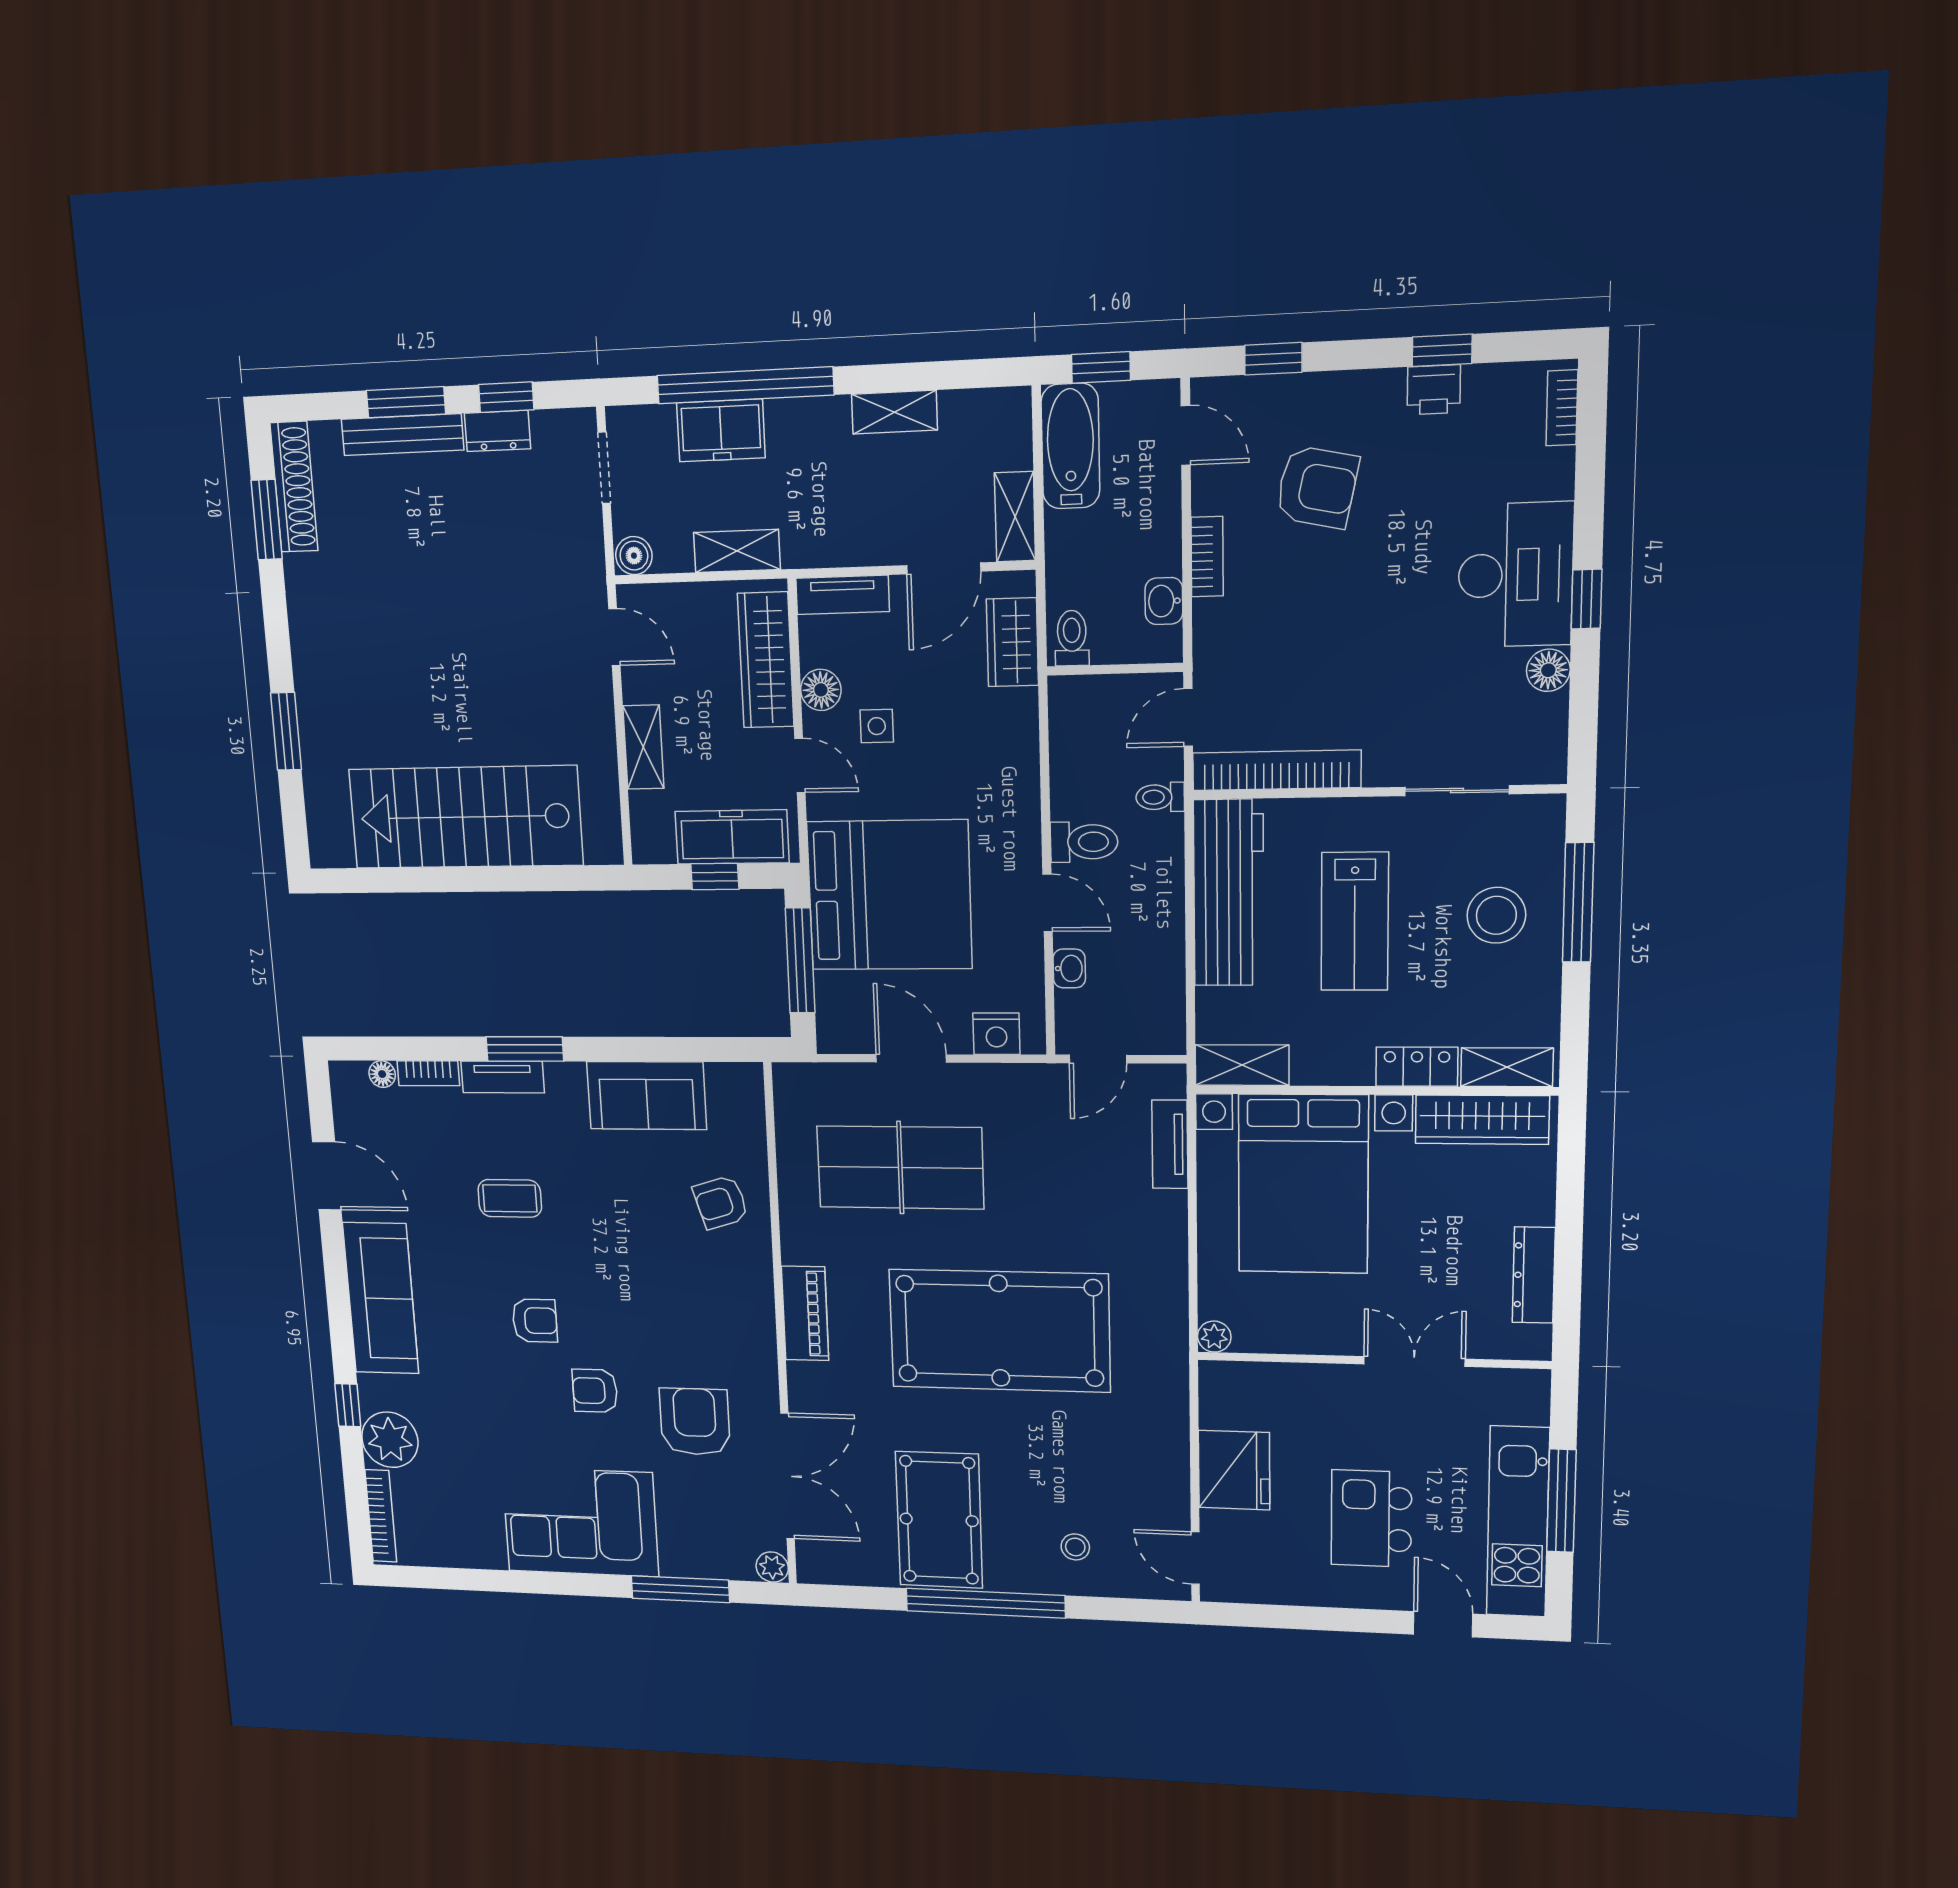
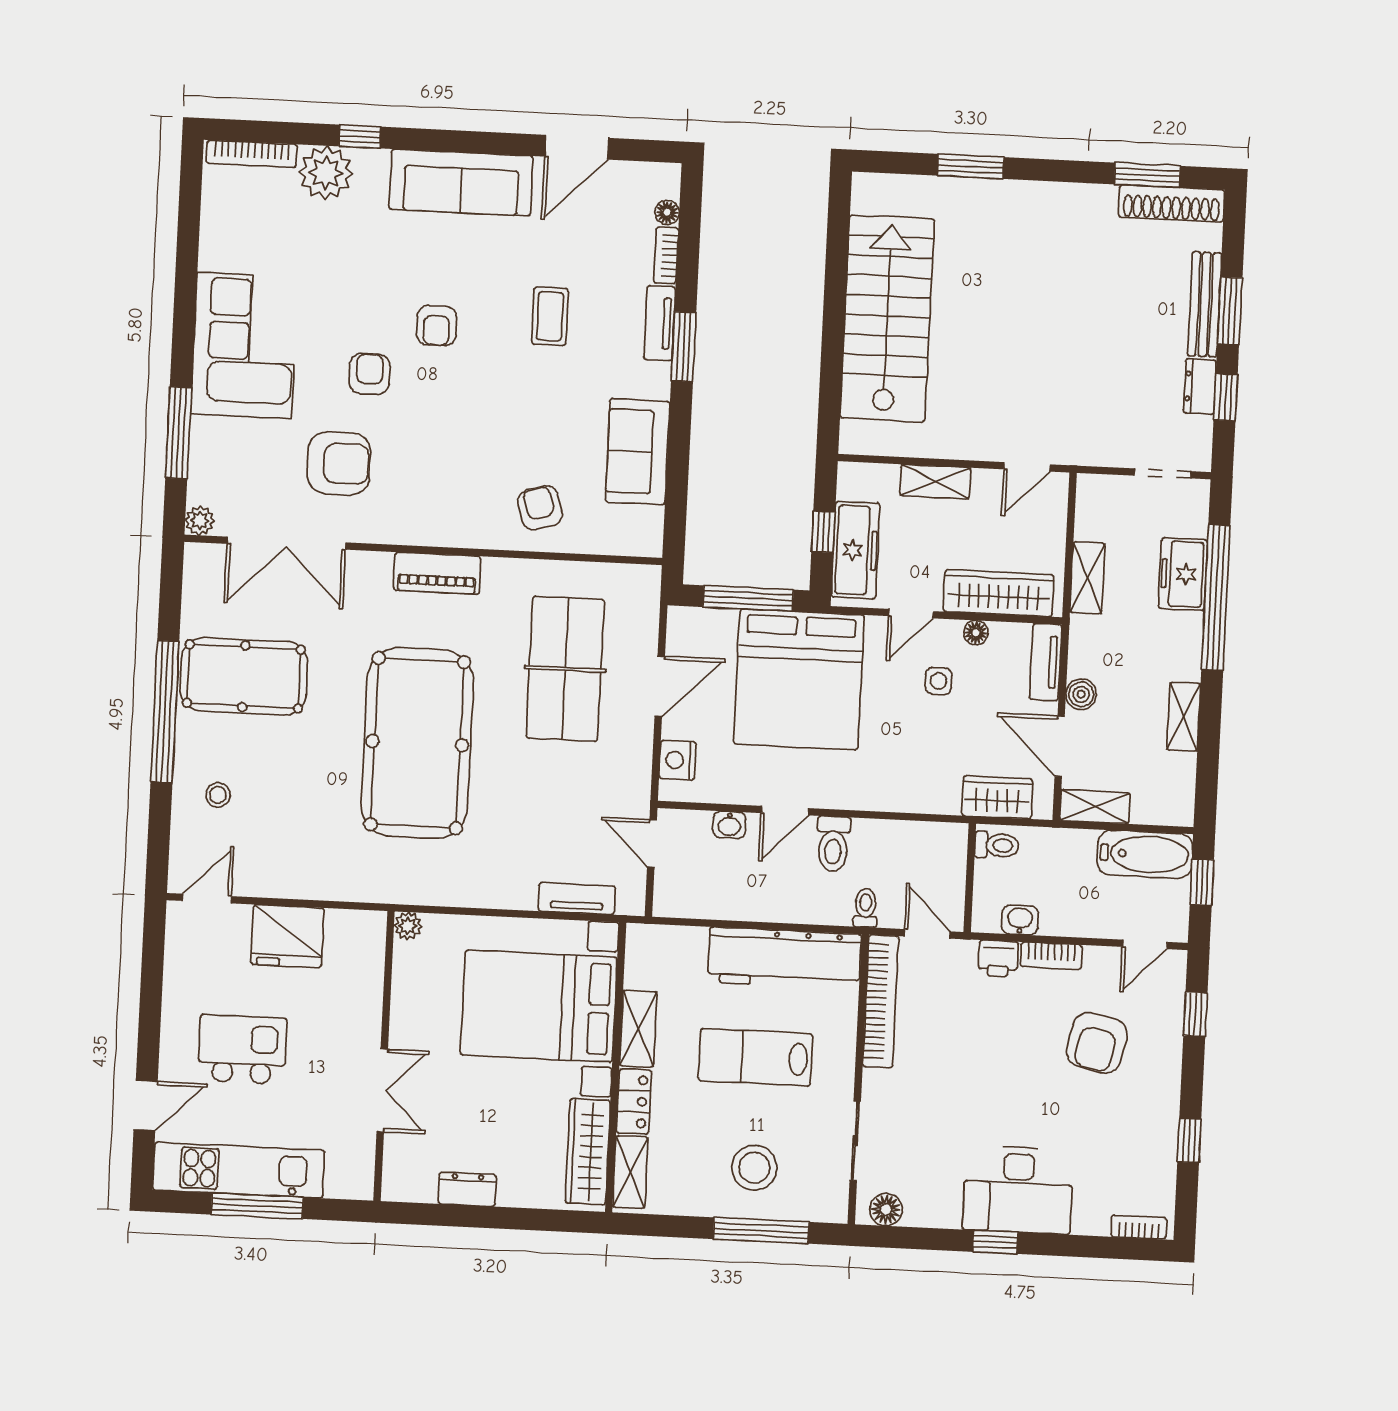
printer: (1434, 390) -> (998, 959), moved, turned -90
boiler: (634, 556) -> (1081, 694), moved
floor lamp: (1548, 670) -> (886, 1209), moved
floor lamp: (821, 690) -> (976, 633), width x0.73, depth x0.73
shelving: (1242, 1065) -> (638, 1029), moved
dresser: (1534, 1275) -> (467, 1189), width x0.70

